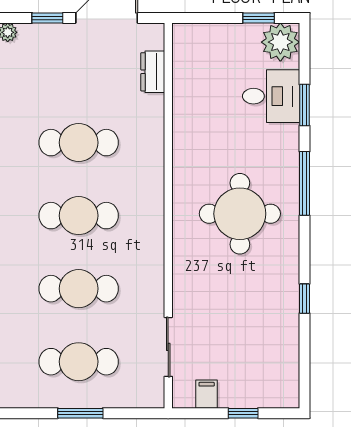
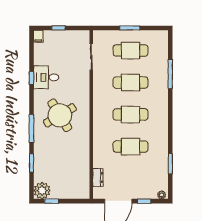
desk: (271, 96) -> (46, 77), moved
round table: (240, 214) -> (60, 115), turned -31
filing cabinet: (207, 394) -> (38, 36), moved

